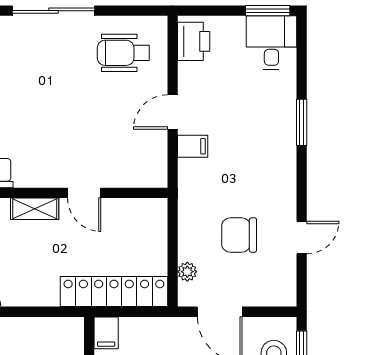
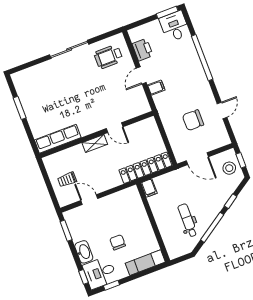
printer: (194, 41) -> (142, 50), moved
window: (302, 122) -> (202, 58), width x2.11
plant: (187, 272) -> (176, 146), removed

